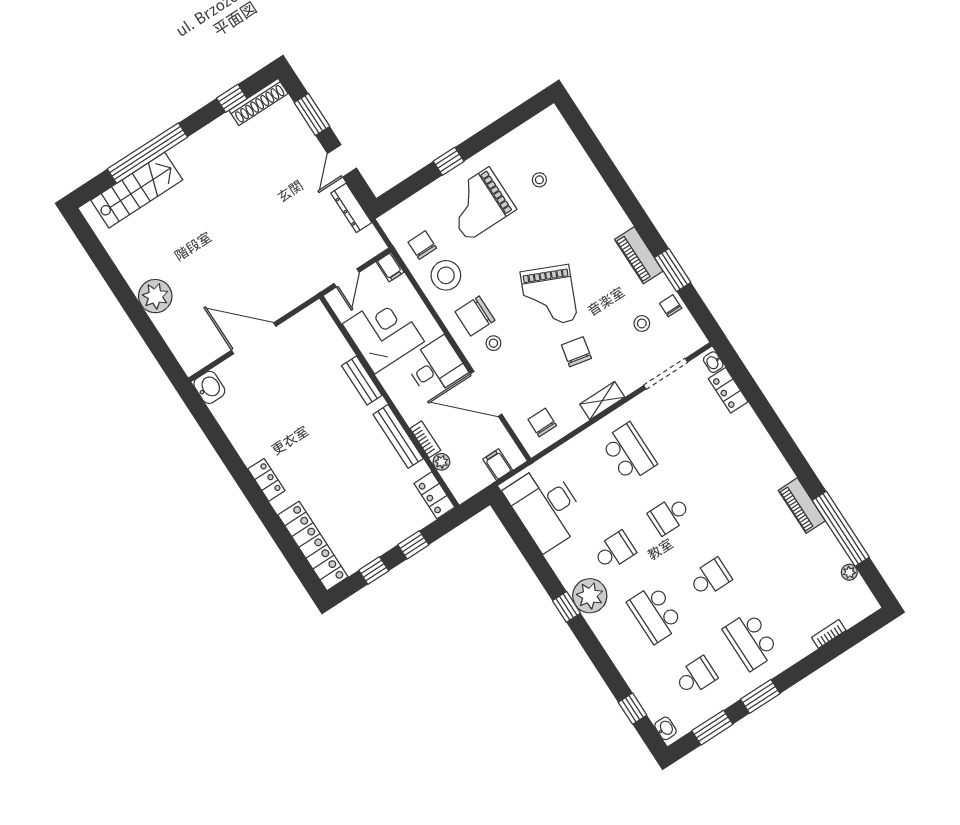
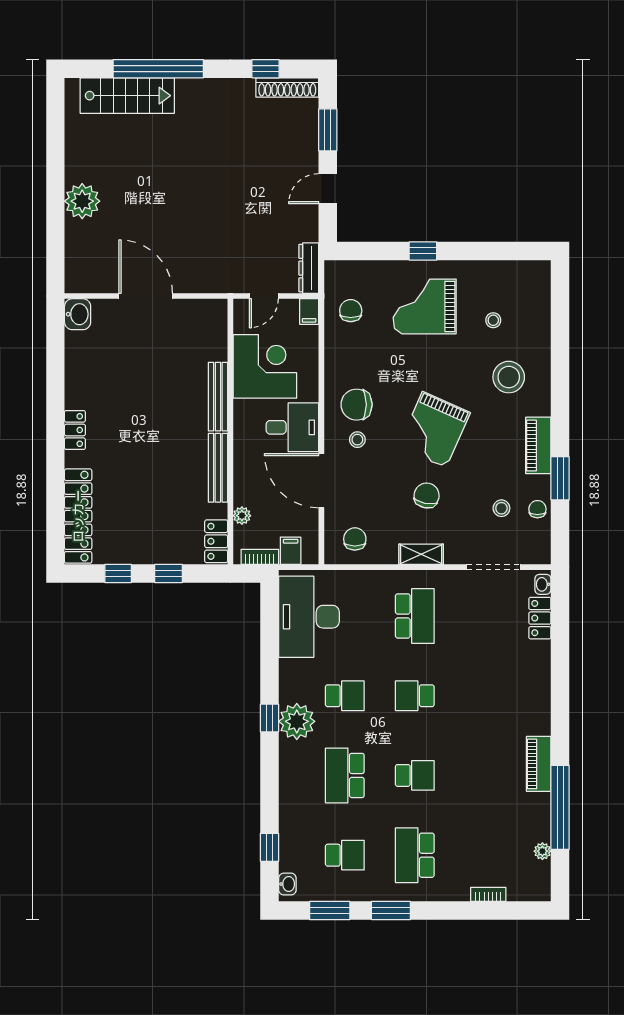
dresser: (351, 208) -> (309, 268), moved
stool: (446, 275) -> (509, 377), moved
bench: (362, 380) -> (218, 397), width x1.36
bookcase: (425, 439) -> (260, 557), moved, turned -90

